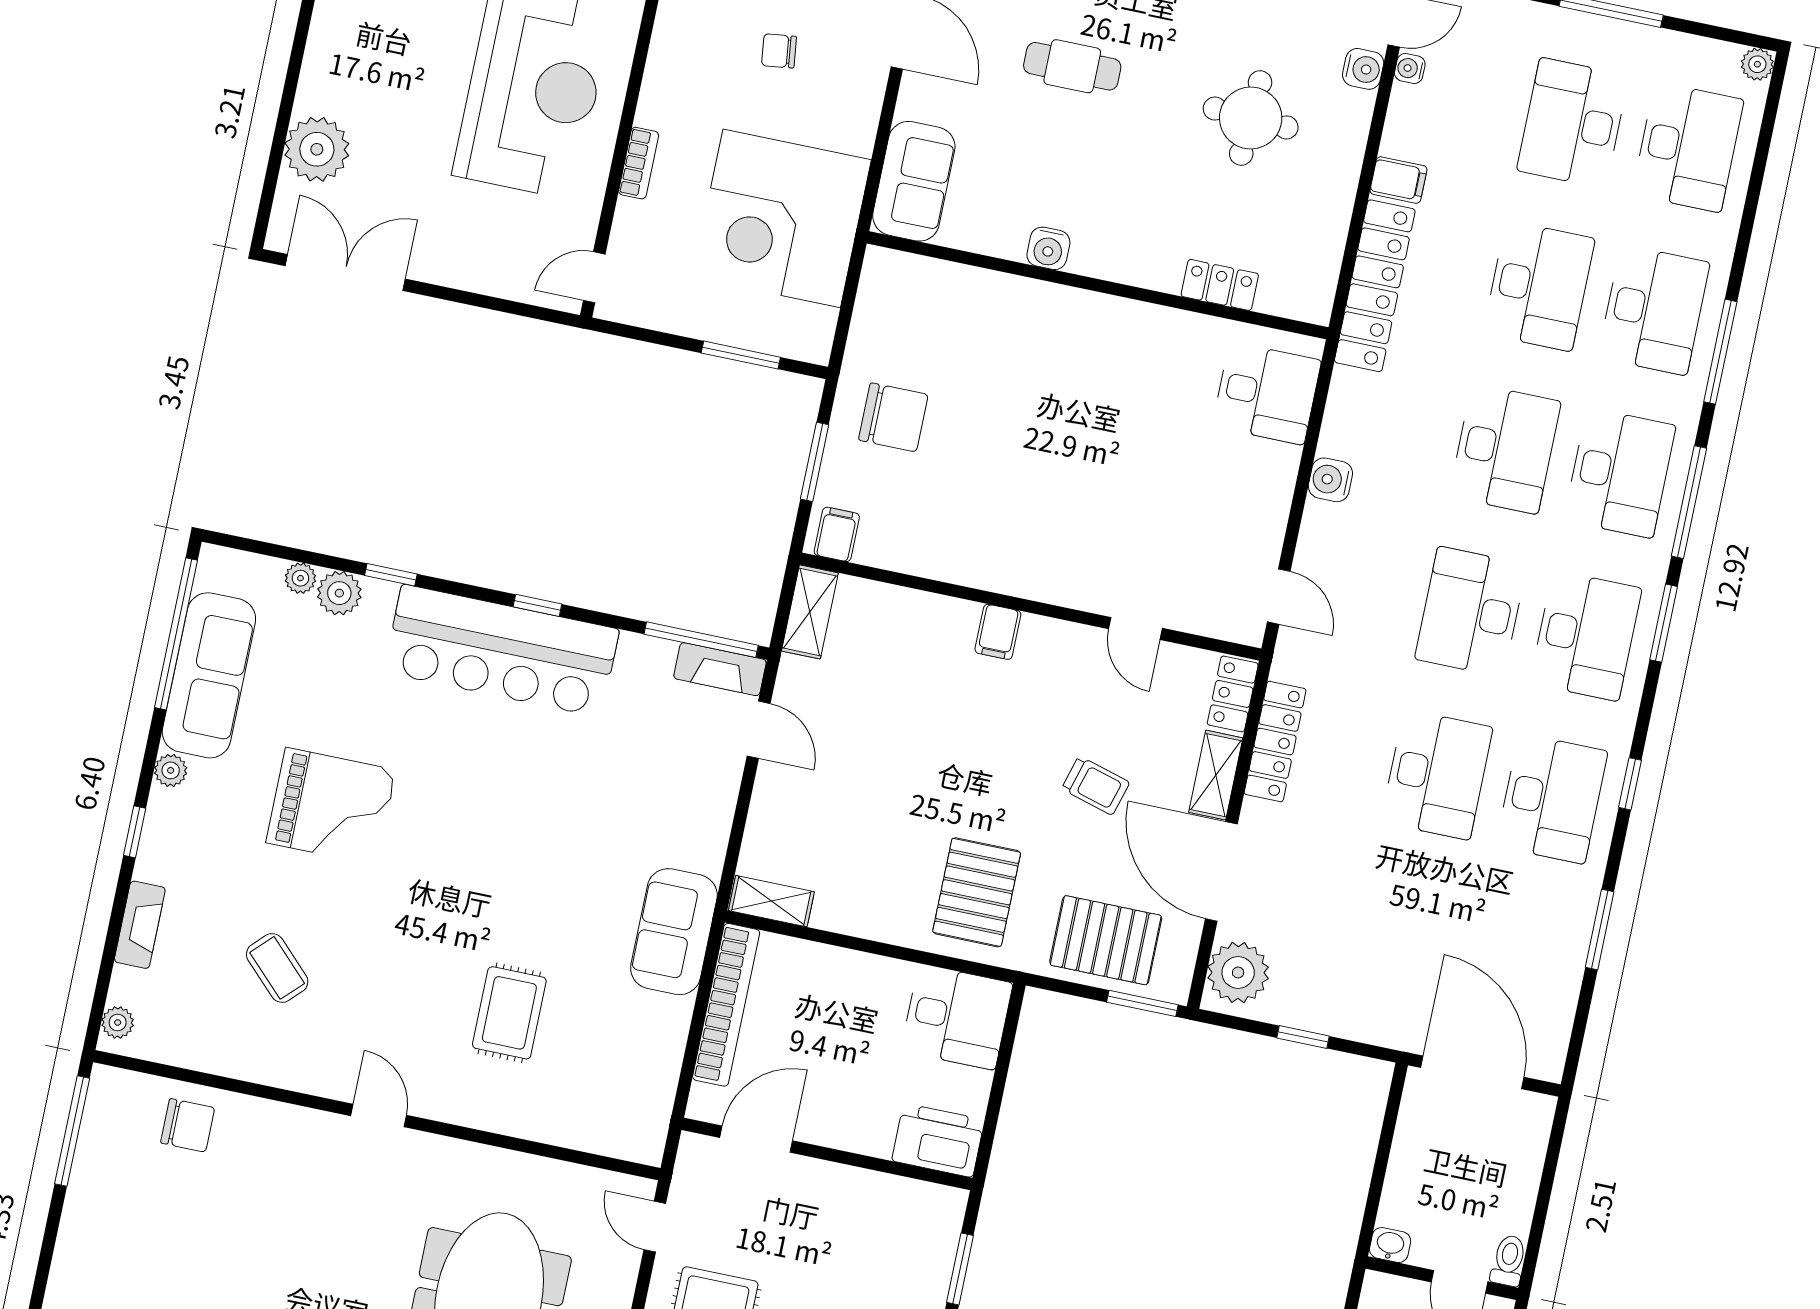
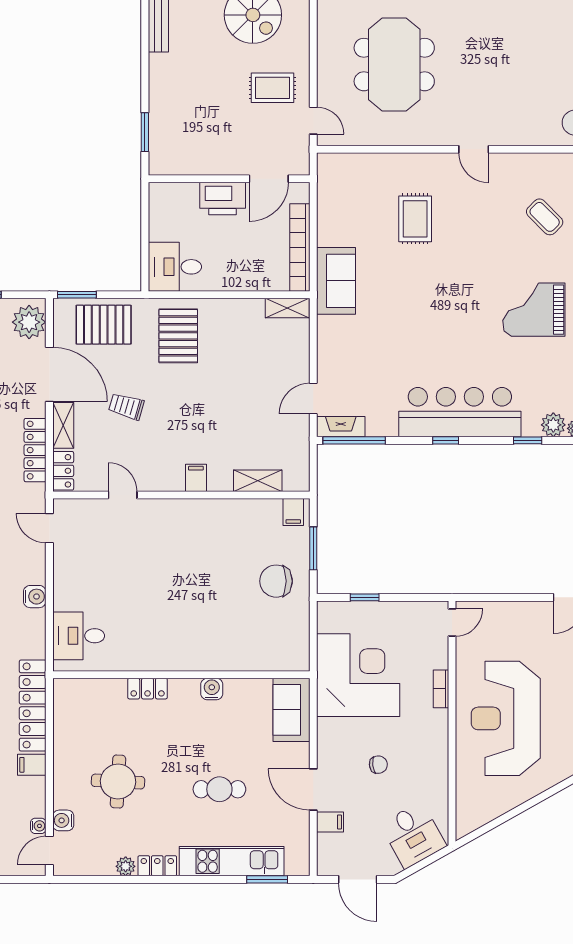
locker: (1220, 285) -> (148, 689), moved
window: (741, 355) -> (365, 597), width x0.67
shelving: (810, 612) -> (258, 481), moved, turned 90
door: (759, 730) -> (313, 399), hinge flipped
printer: (938, 1140) -> (223, 199), moved

